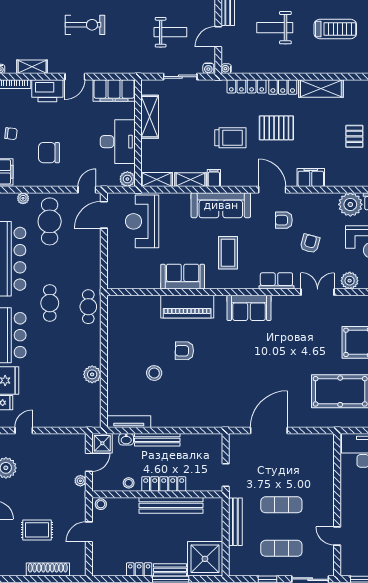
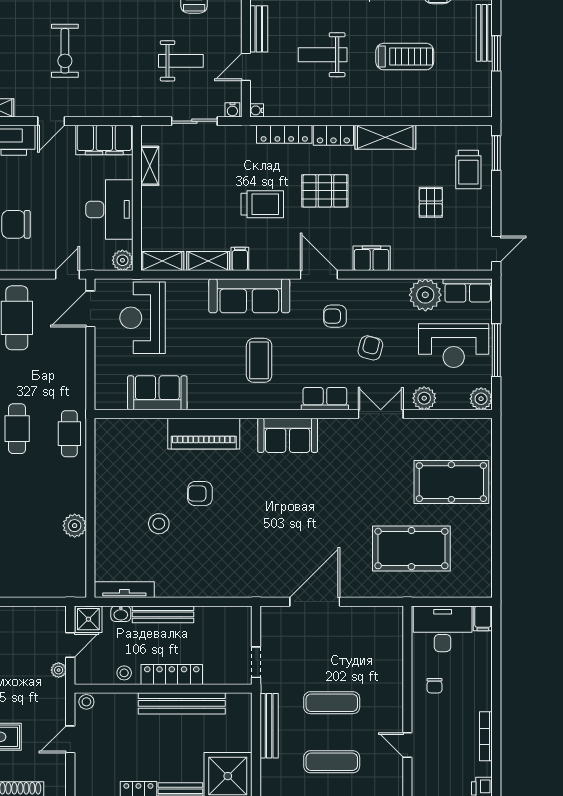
exercise bike: (85, 25) -> (65, 51), turned 90
shelving: (150, 117) -> (150, 166), width x0.67, depth x0.75
sofa: (183, 277) -> (157, 393), moved
chair: (357, 492) -> (435, 686), added

